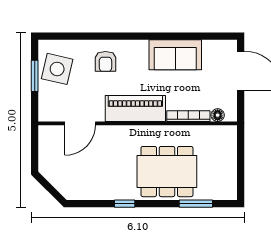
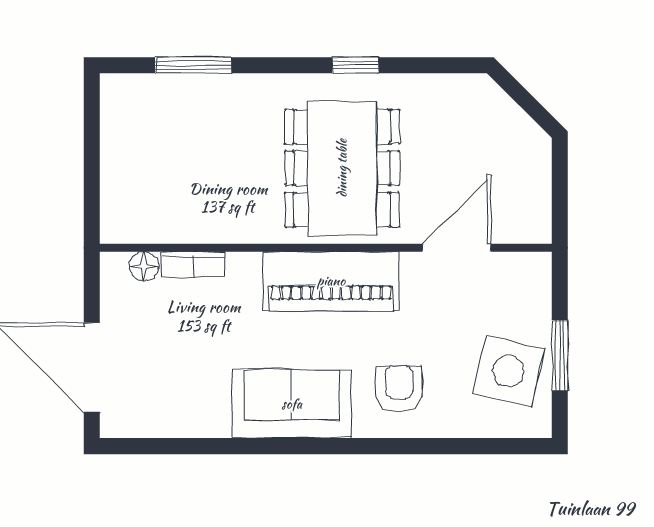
sofa: (175, 55) -> (292, 404), moved
bookcase: (188, 116) -> (193, 264), width x0.64
dining table: (167, 172) -> (342, 168), moved, turned 90

